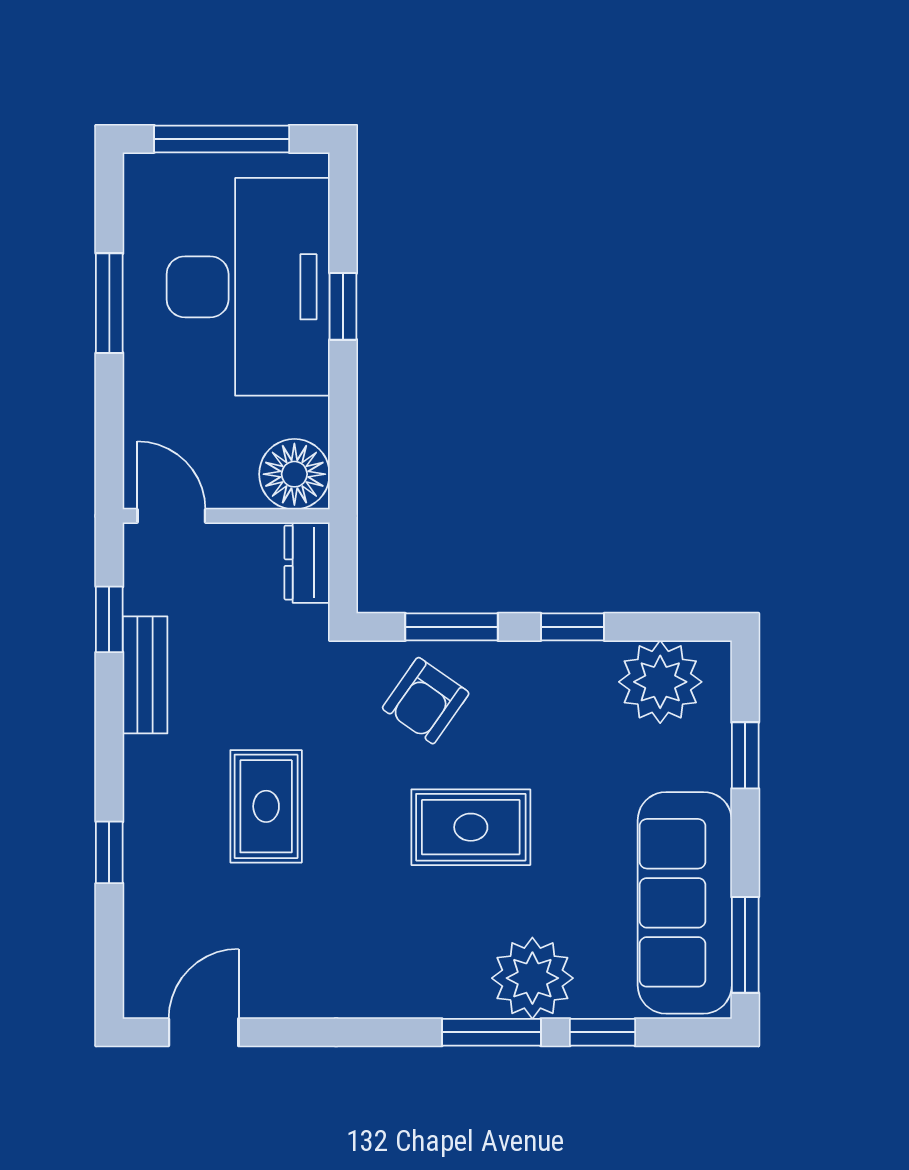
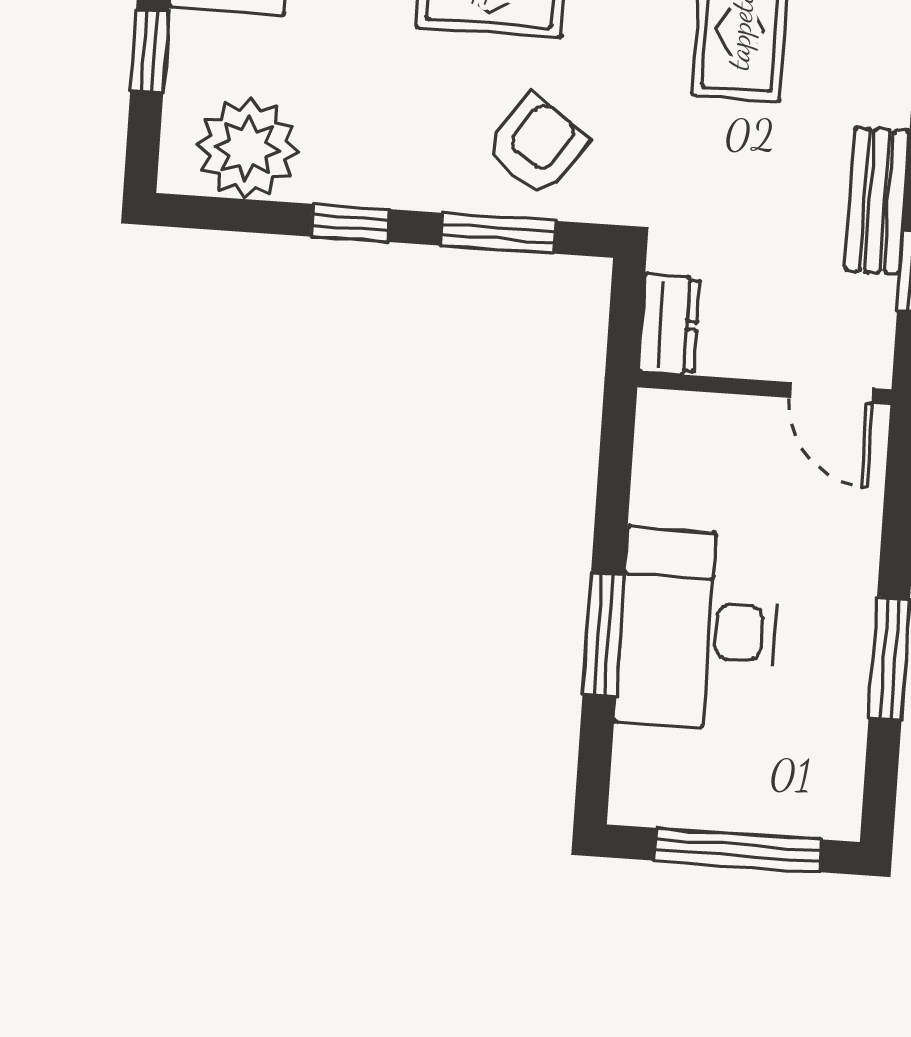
desk: (248, 287) -> (697, 630), width x0.73, depth x0.77
window: (343, 306) -> (603, 635), width x1.50
floor lamp: (294, 474) -> (677, 434), removed

